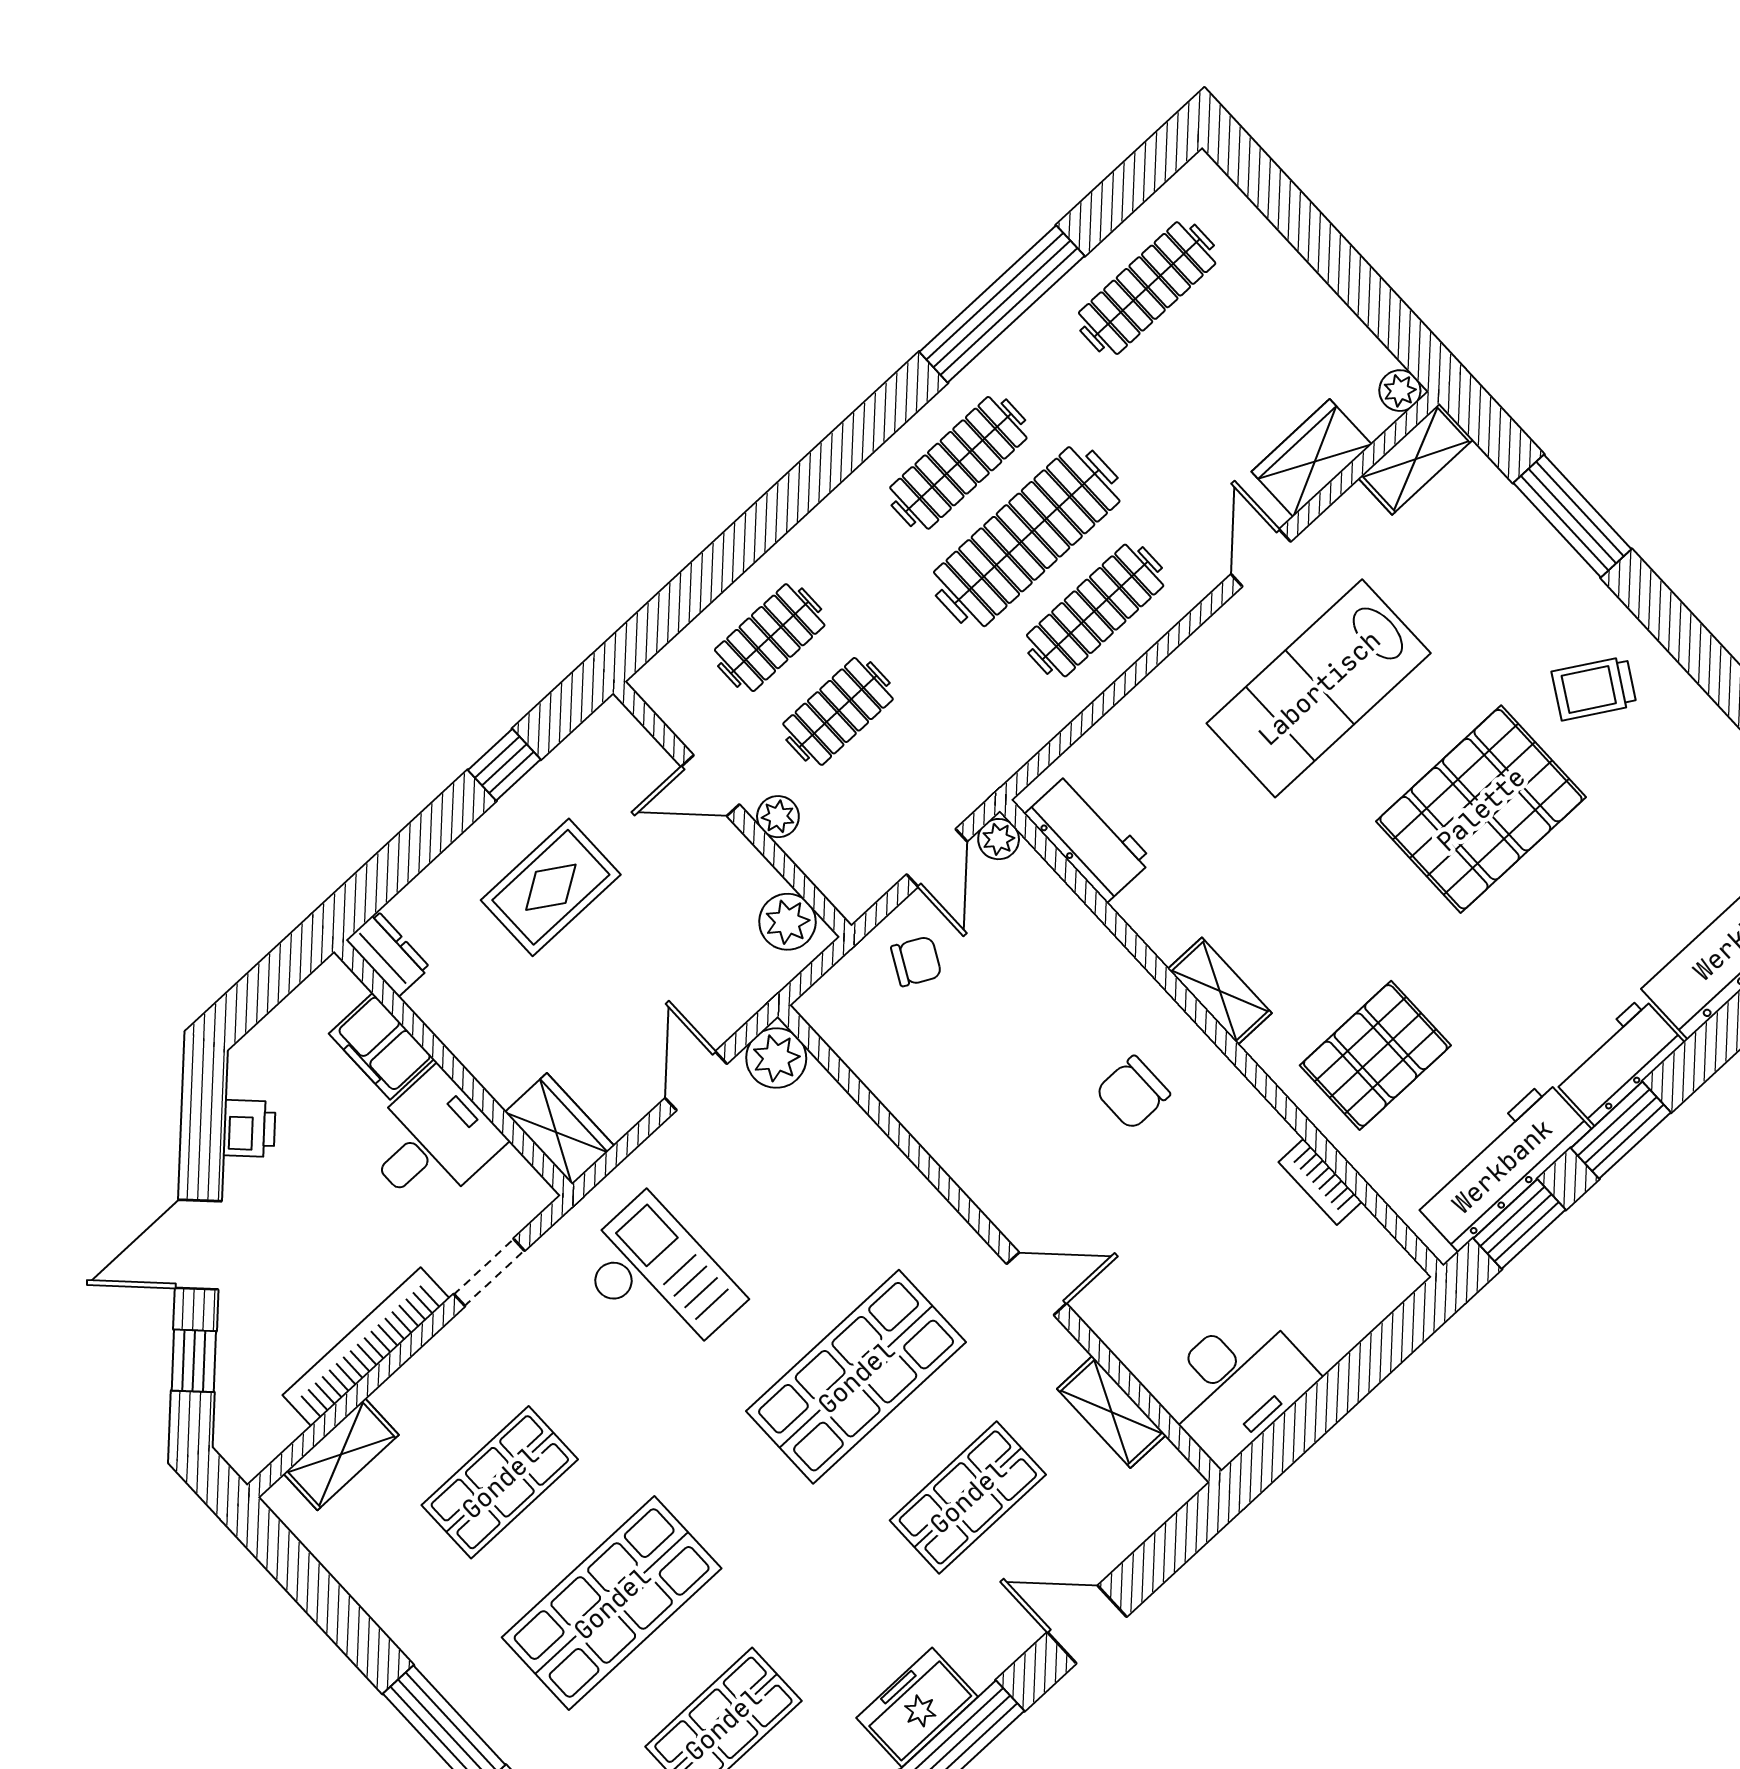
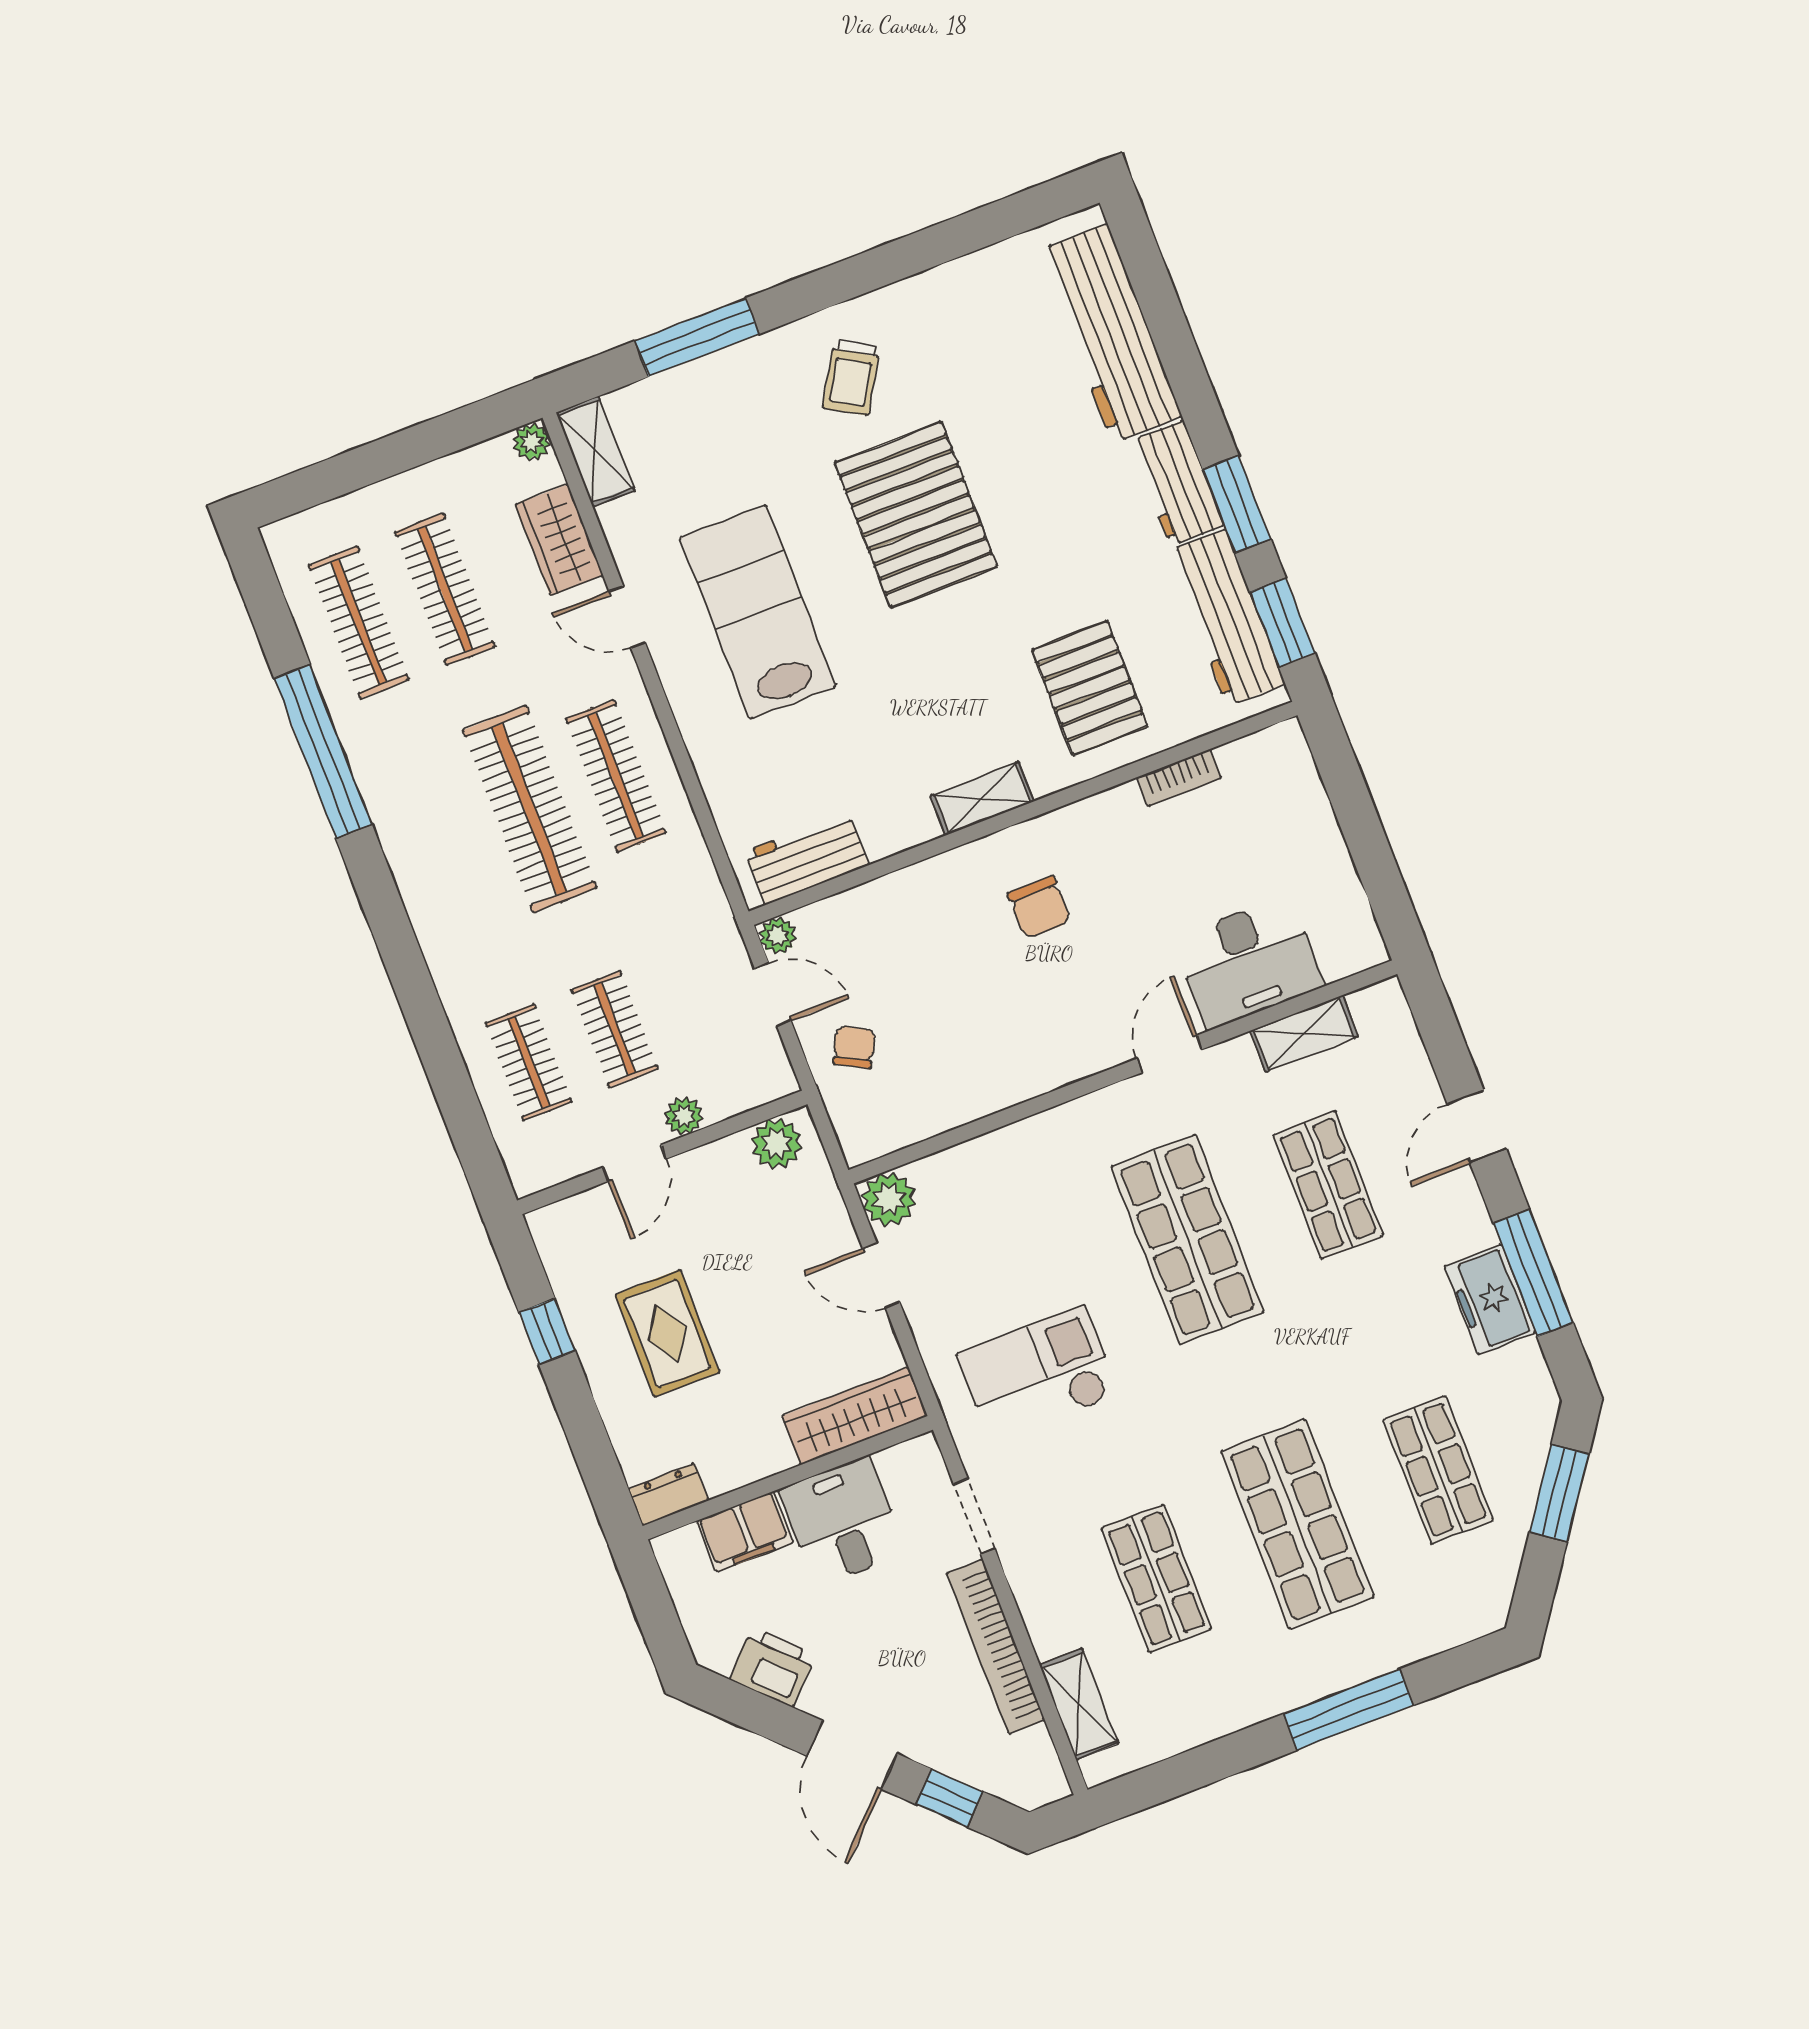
clothes rail: (958, 463) -> (445, 589), moved
lab bench: (1319, 688) -> (758, 612), turned 180
printer: (249, 1128) -> (773, 1667), width x1.36, depth x1.24
wardrobe: (560, 1129) -> (855, 1416), width x1.50
desk: (1235, 1384) -> (1248, 962), moved, turned 90

